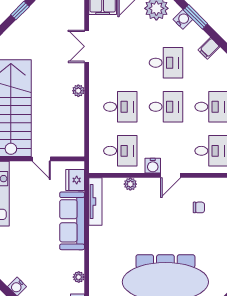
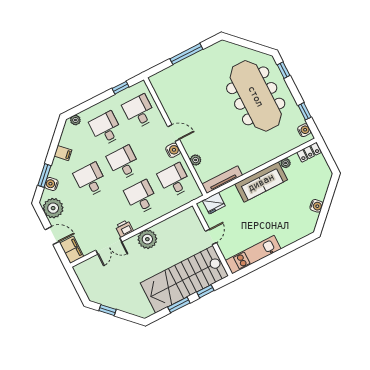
printer: (97, 72) -> (124, 229), added
plant: (78, 91) -> (147, 239), width x1.88, depth x1.88
chair: (199, 207) -> (187, 99), removed
sofa: (72, 221) -> (261, 182), moved

